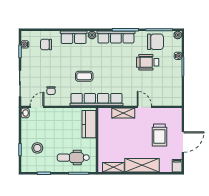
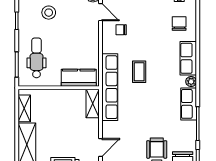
row of seats: (116, 37) -> (189, 104), width x0.68
shelving: (123, 113) -> (93, 104), moved

